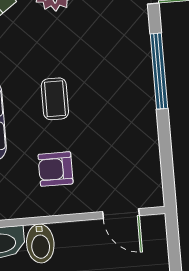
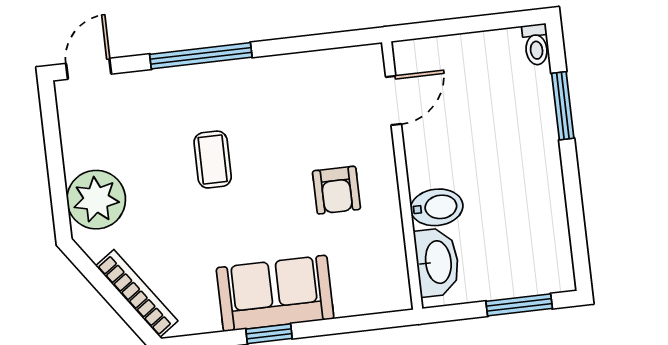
coffee table: (55, 99) -> (213, 160), moved, turned 90

